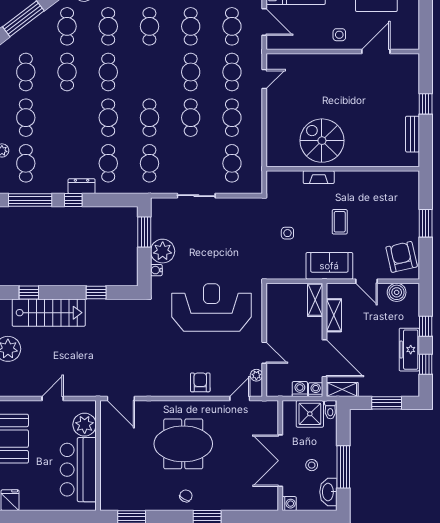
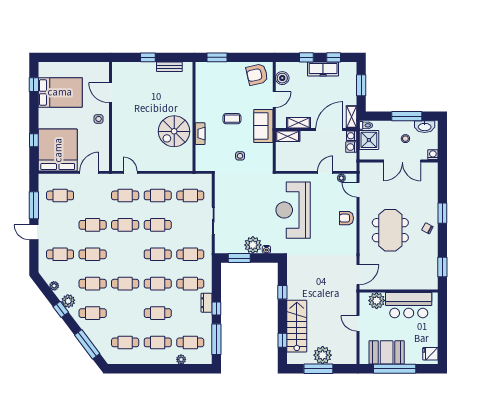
cafe table: (232, 26) -> (93, 195), removed
cafe table: (67, 72) -> (158, 313), moved
window: (426, 223) -> (217, 57), moved

